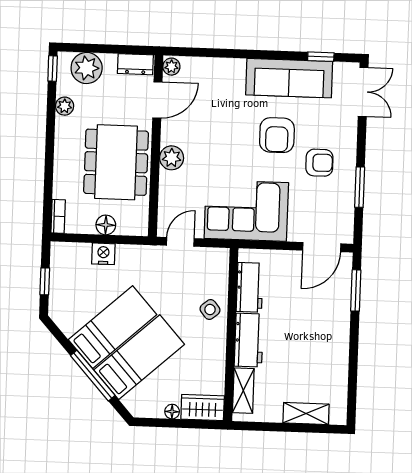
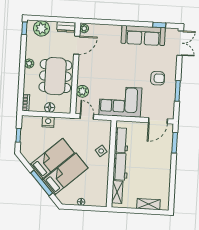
plant: (65, 106) -> (29, 64), moved
armchair: (277, 135) -> (136, 64), removed
plant: (172, 158) -> (82, 91), moved
door: (180, 242) -> (87, 117), hinge flipped
wardrobe: (203, 408) -> (96, 200), removed

